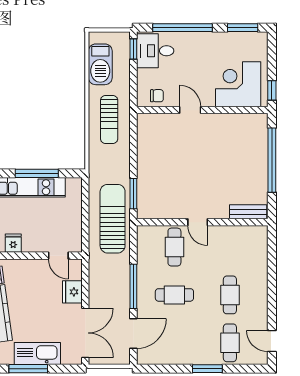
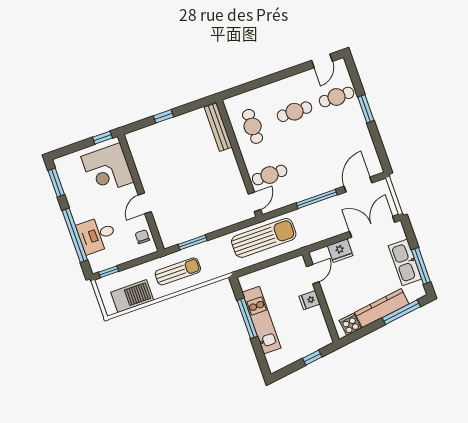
desk: (155, 51) -> (97, 235), moved, turned 90
window: (272, 160) -> (163, 116), width x0.32
window: (133, 194) -> (193, 242), moved
bench: (248, 212) -> (218, 127), width x1.36
sun lounger: (113, 219) -> (264, 238), turned 180
door: (198, 222) -> (254, 202), moved
fridge: (13, 243) -> (310, 300), moved
cafe table: (174, 295) -> (253, 126), moved
door: (133, 334) -> (358, 184), hinge flipped

